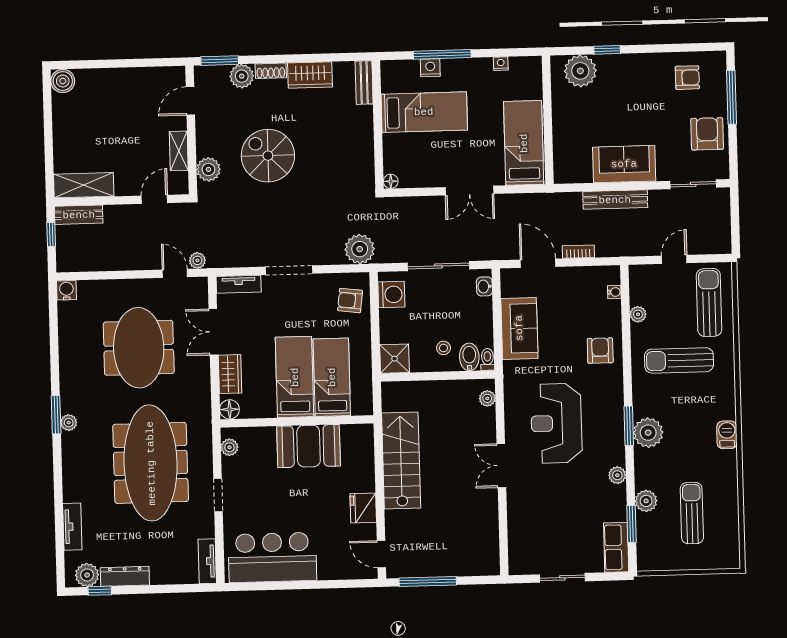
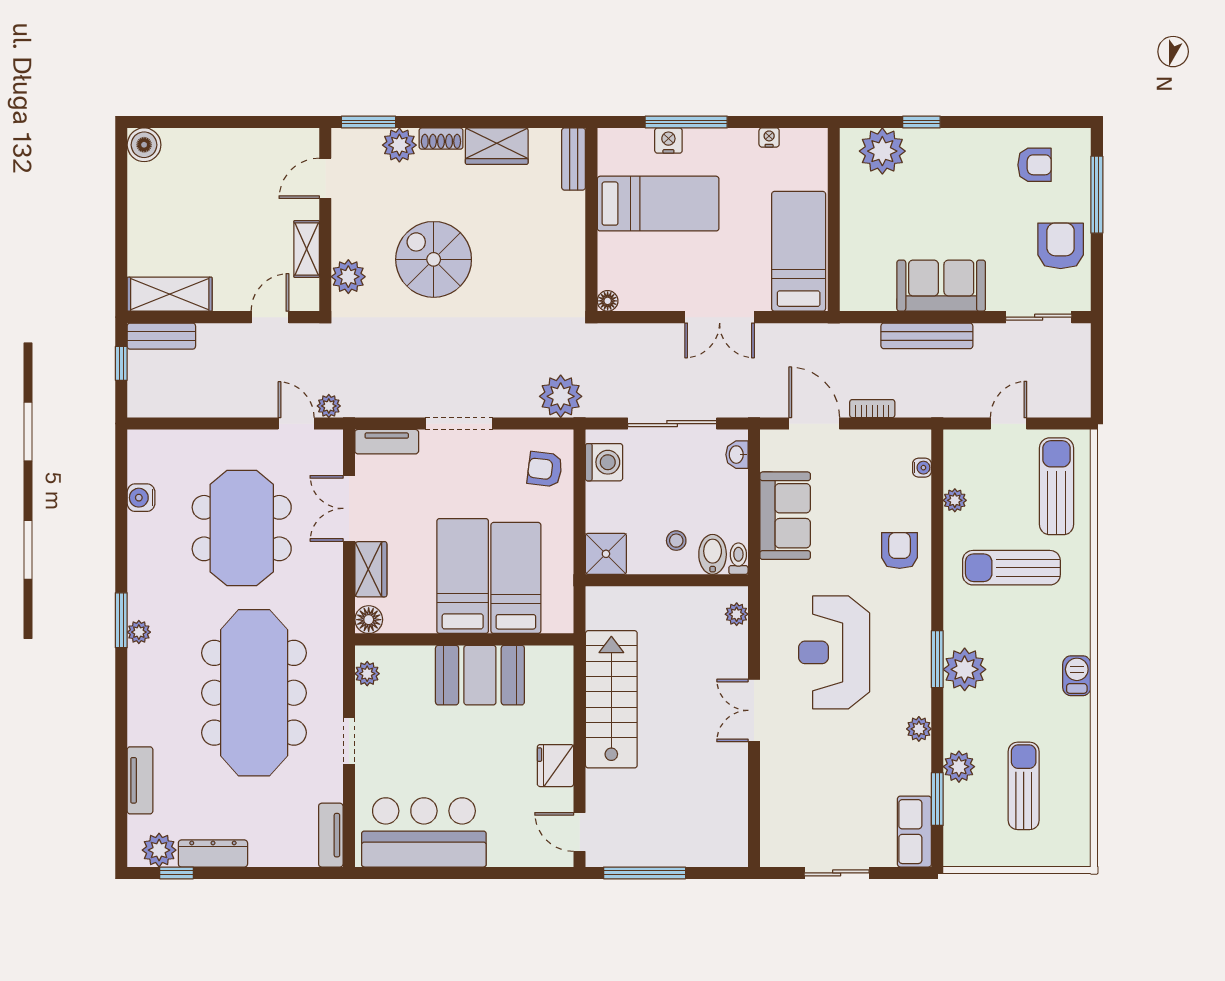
water cooler: (66, 290) -> (141, 498), moved, turned -90

